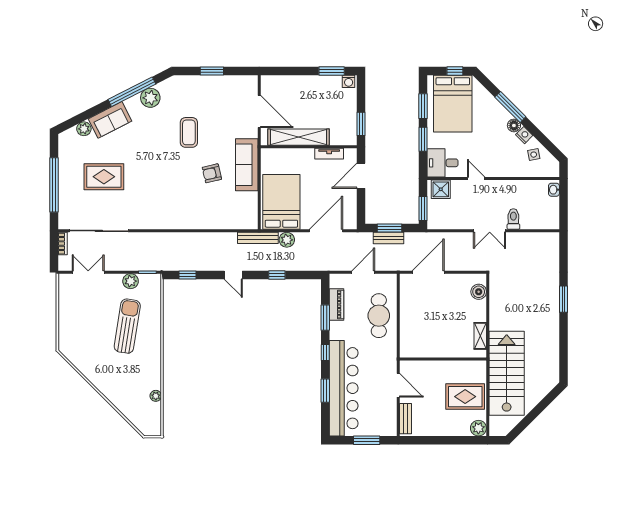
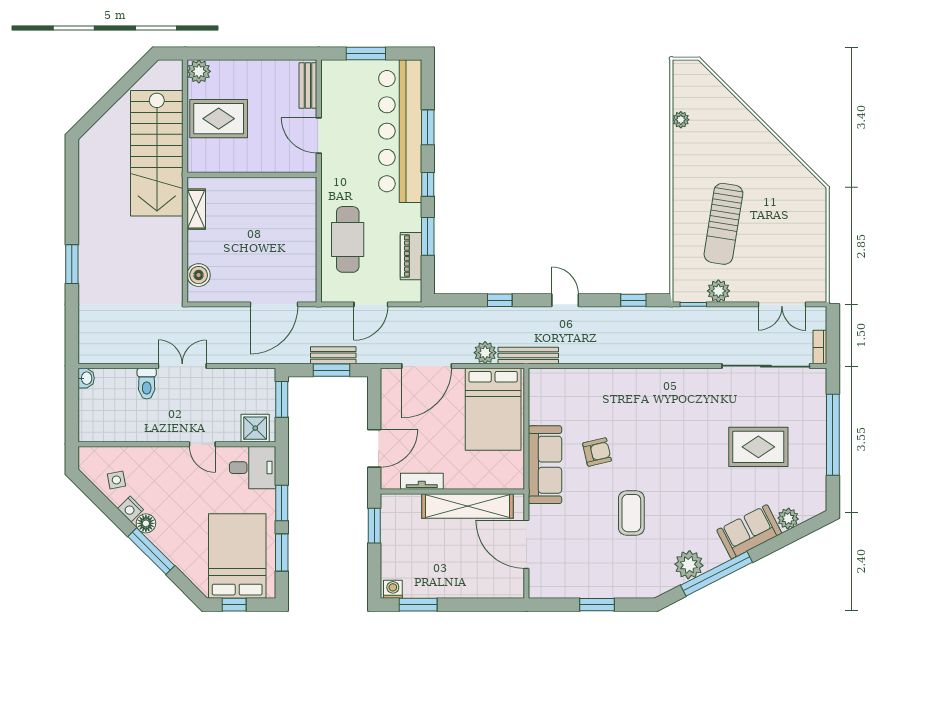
washbasin: (554, 190) -> (86, 378), moved

